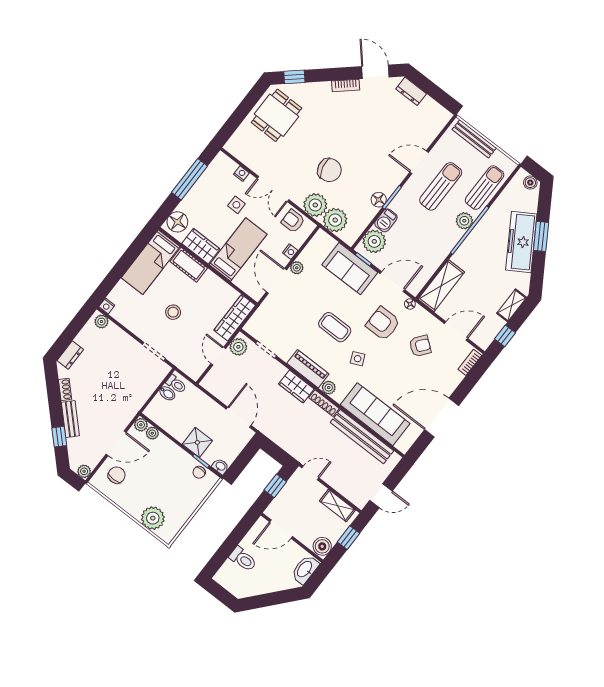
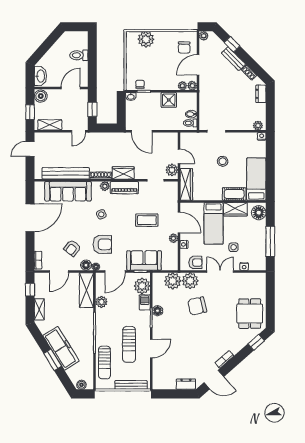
plant: (464, 221) -> (101, 302), moved
floor lamp: (420, 314) -> (86, 265), added
coffee table: (335, 327) -> (147, 220), moved
shower: (197, 442) -> (169, 100), moved

